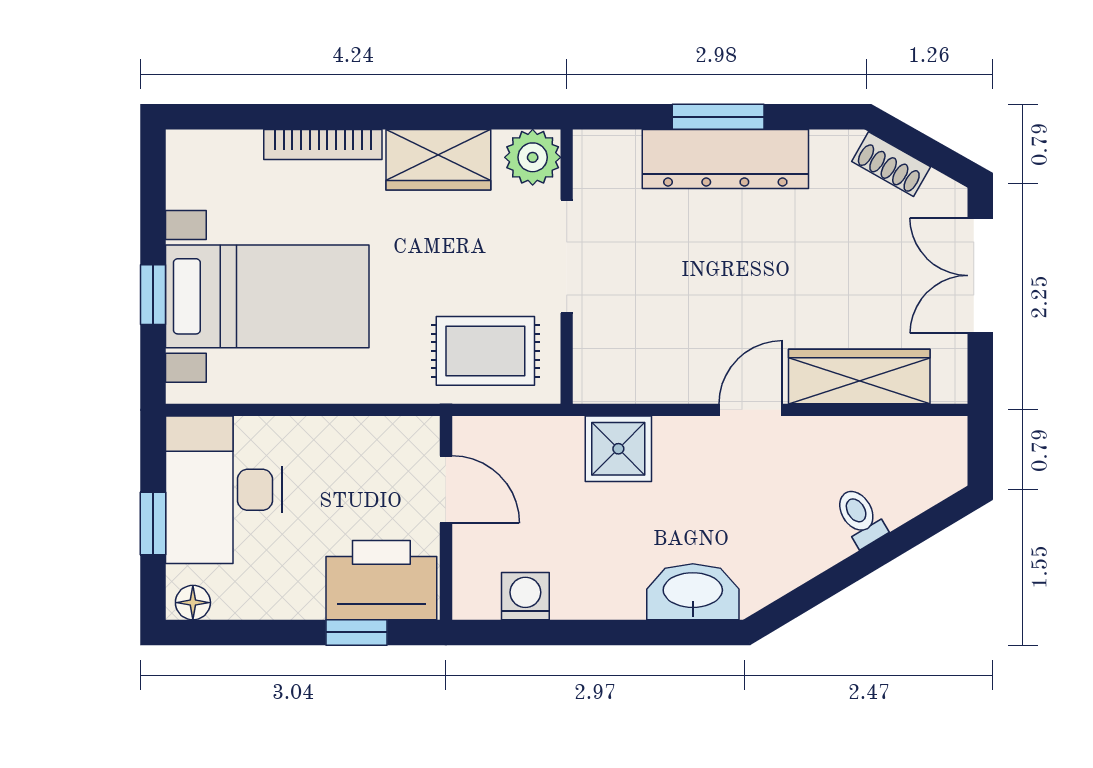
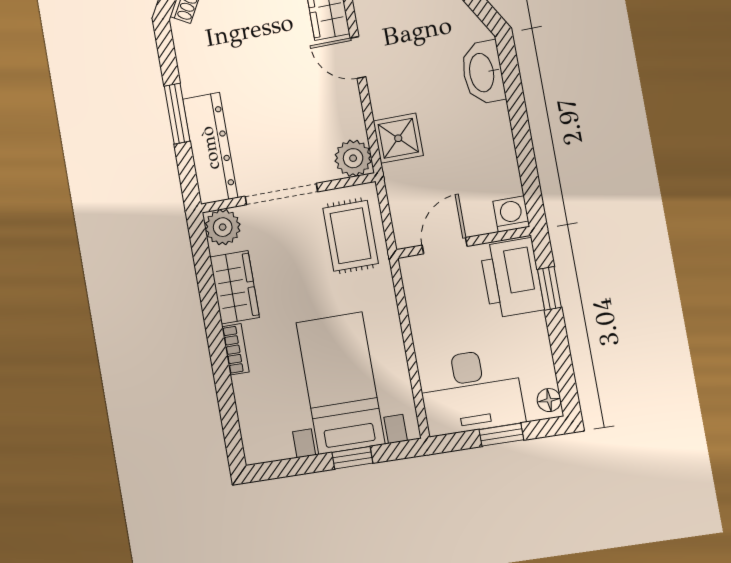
bookcase: (323, 144) -> (235, 349), width x0.64
dresser: (725, 159) -> (210, 148), moved
plant: (601, 375) -> (353, 158), added
washing machine: (525, 596) -> (511, 214), moved, turned 90

